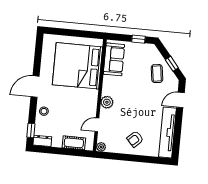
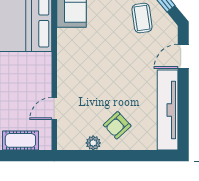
plant: (107, 102) -> (67, 71), removed
plant: (101, 147) -> (93, 143), moved

